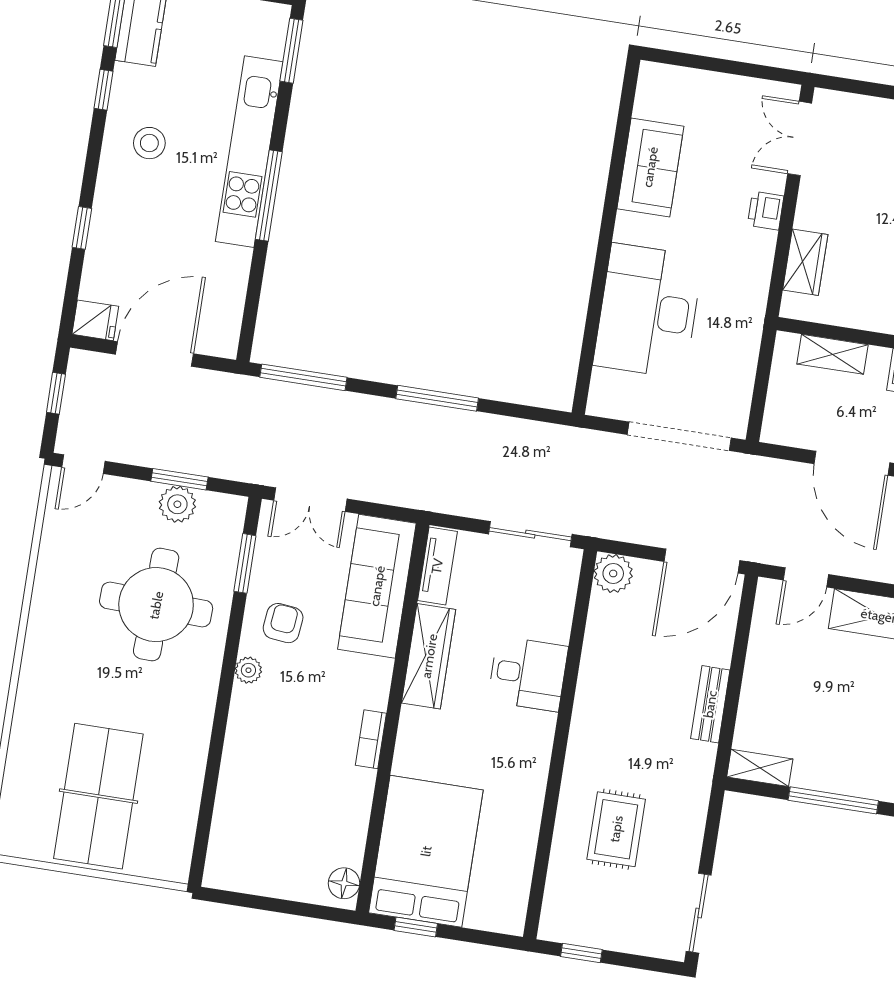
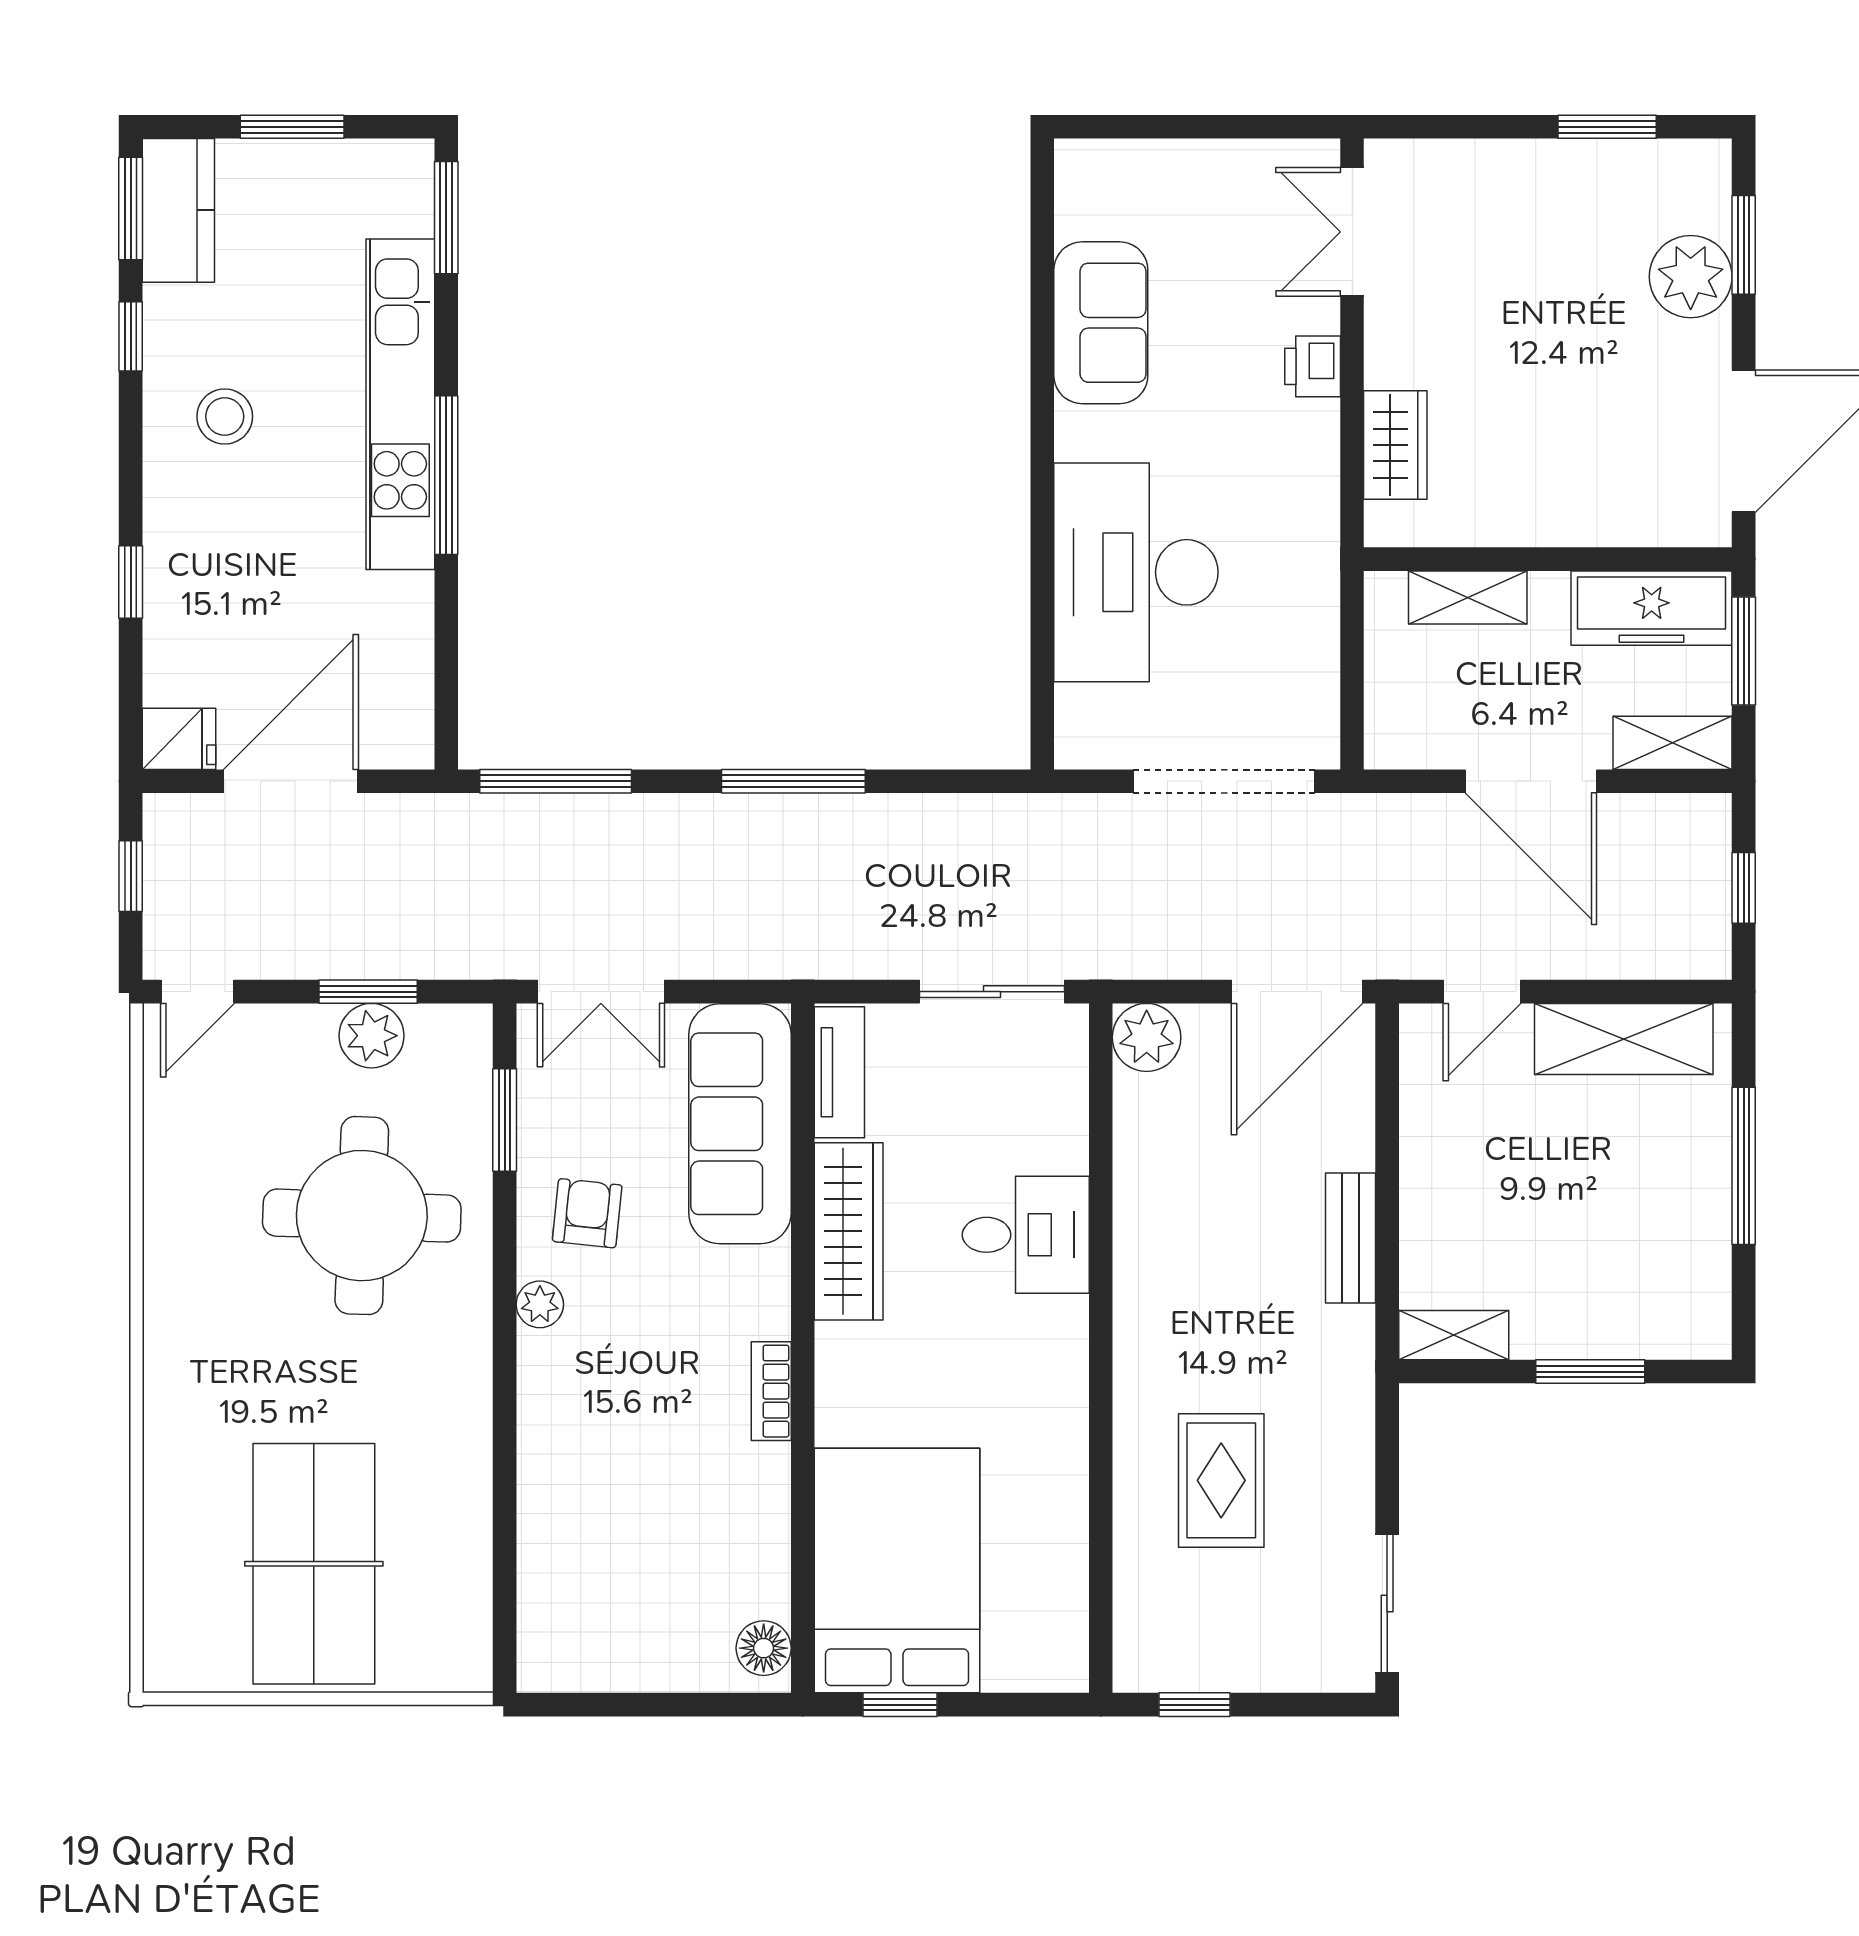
window: (833, 800) -> (1590, 1372), width x0.69

